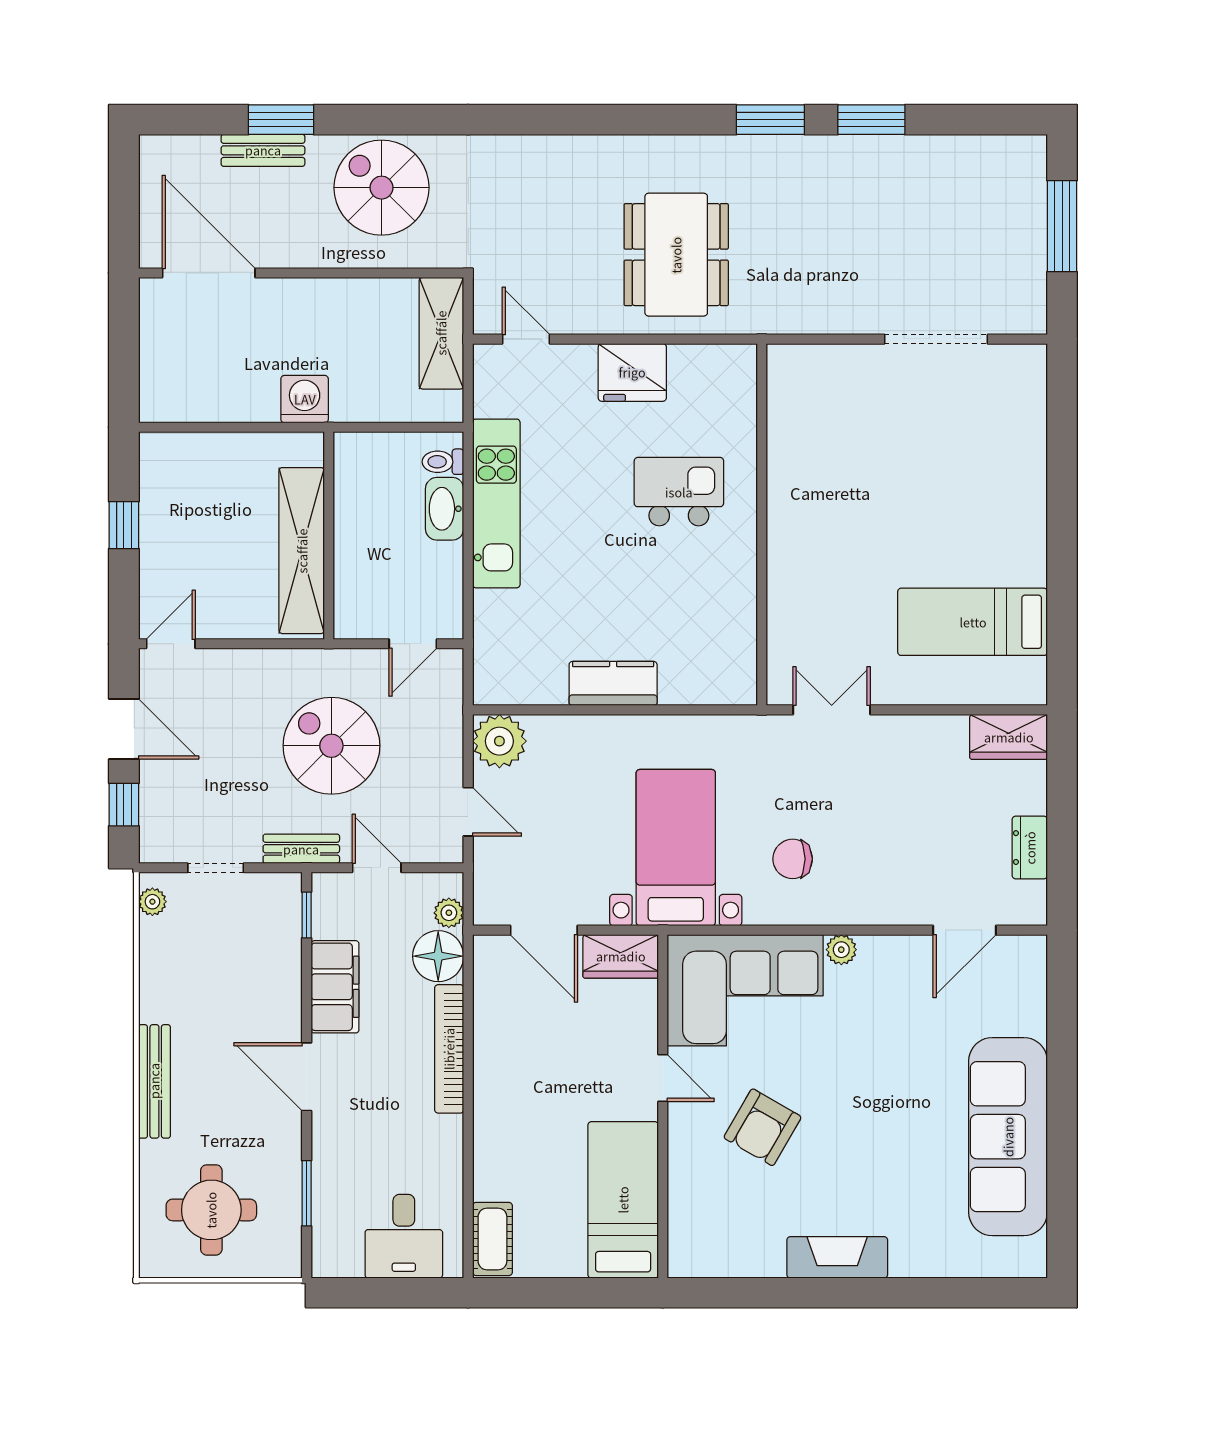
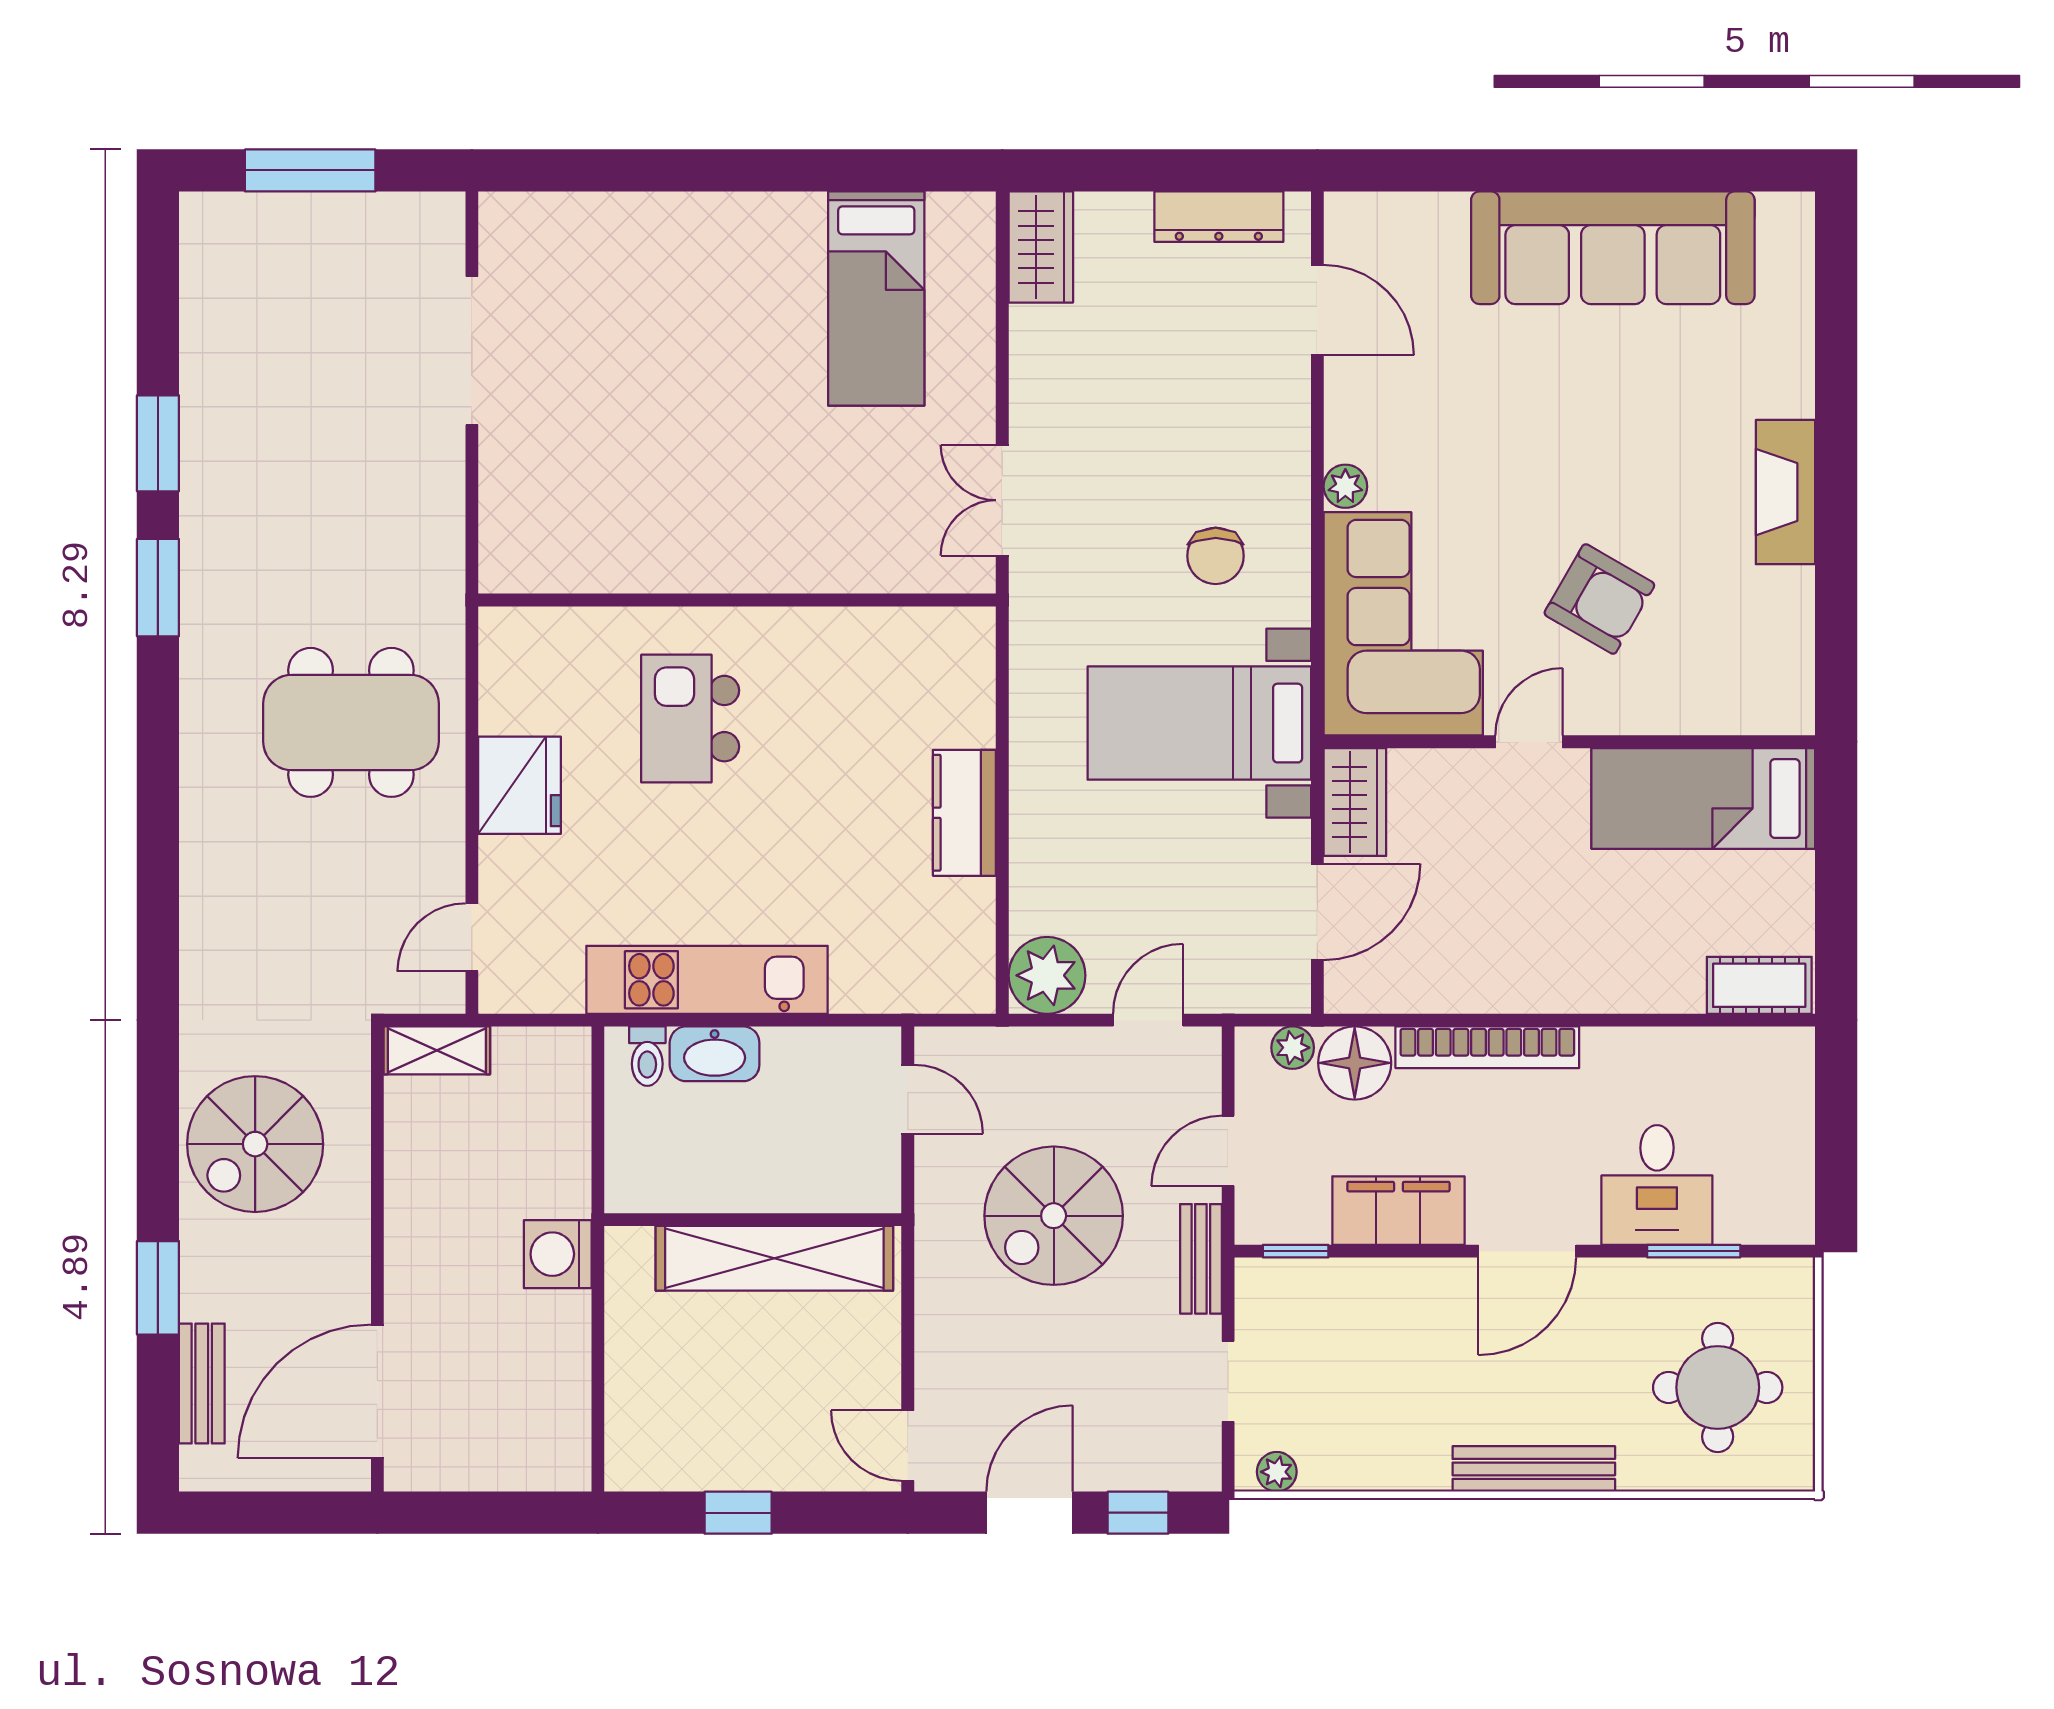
bench: (263, 150) -> (202, 1383), moved
shelving: (441, 333) -> (437, 1050), width x0.67, depth x0.75
dresser: (1030, 848) -> (1219, 217), width x1.44
desk: (404, 1236) -> (1657, 1185), moved, turned 90

